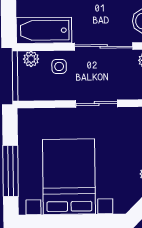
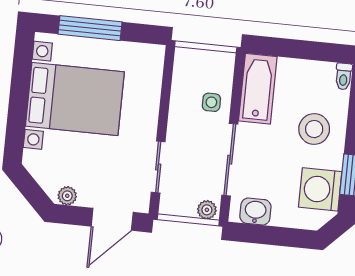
plant: (31, 59) -> (225, 69), removed
sliding door: (97, 104) -> (158, 167), moved

